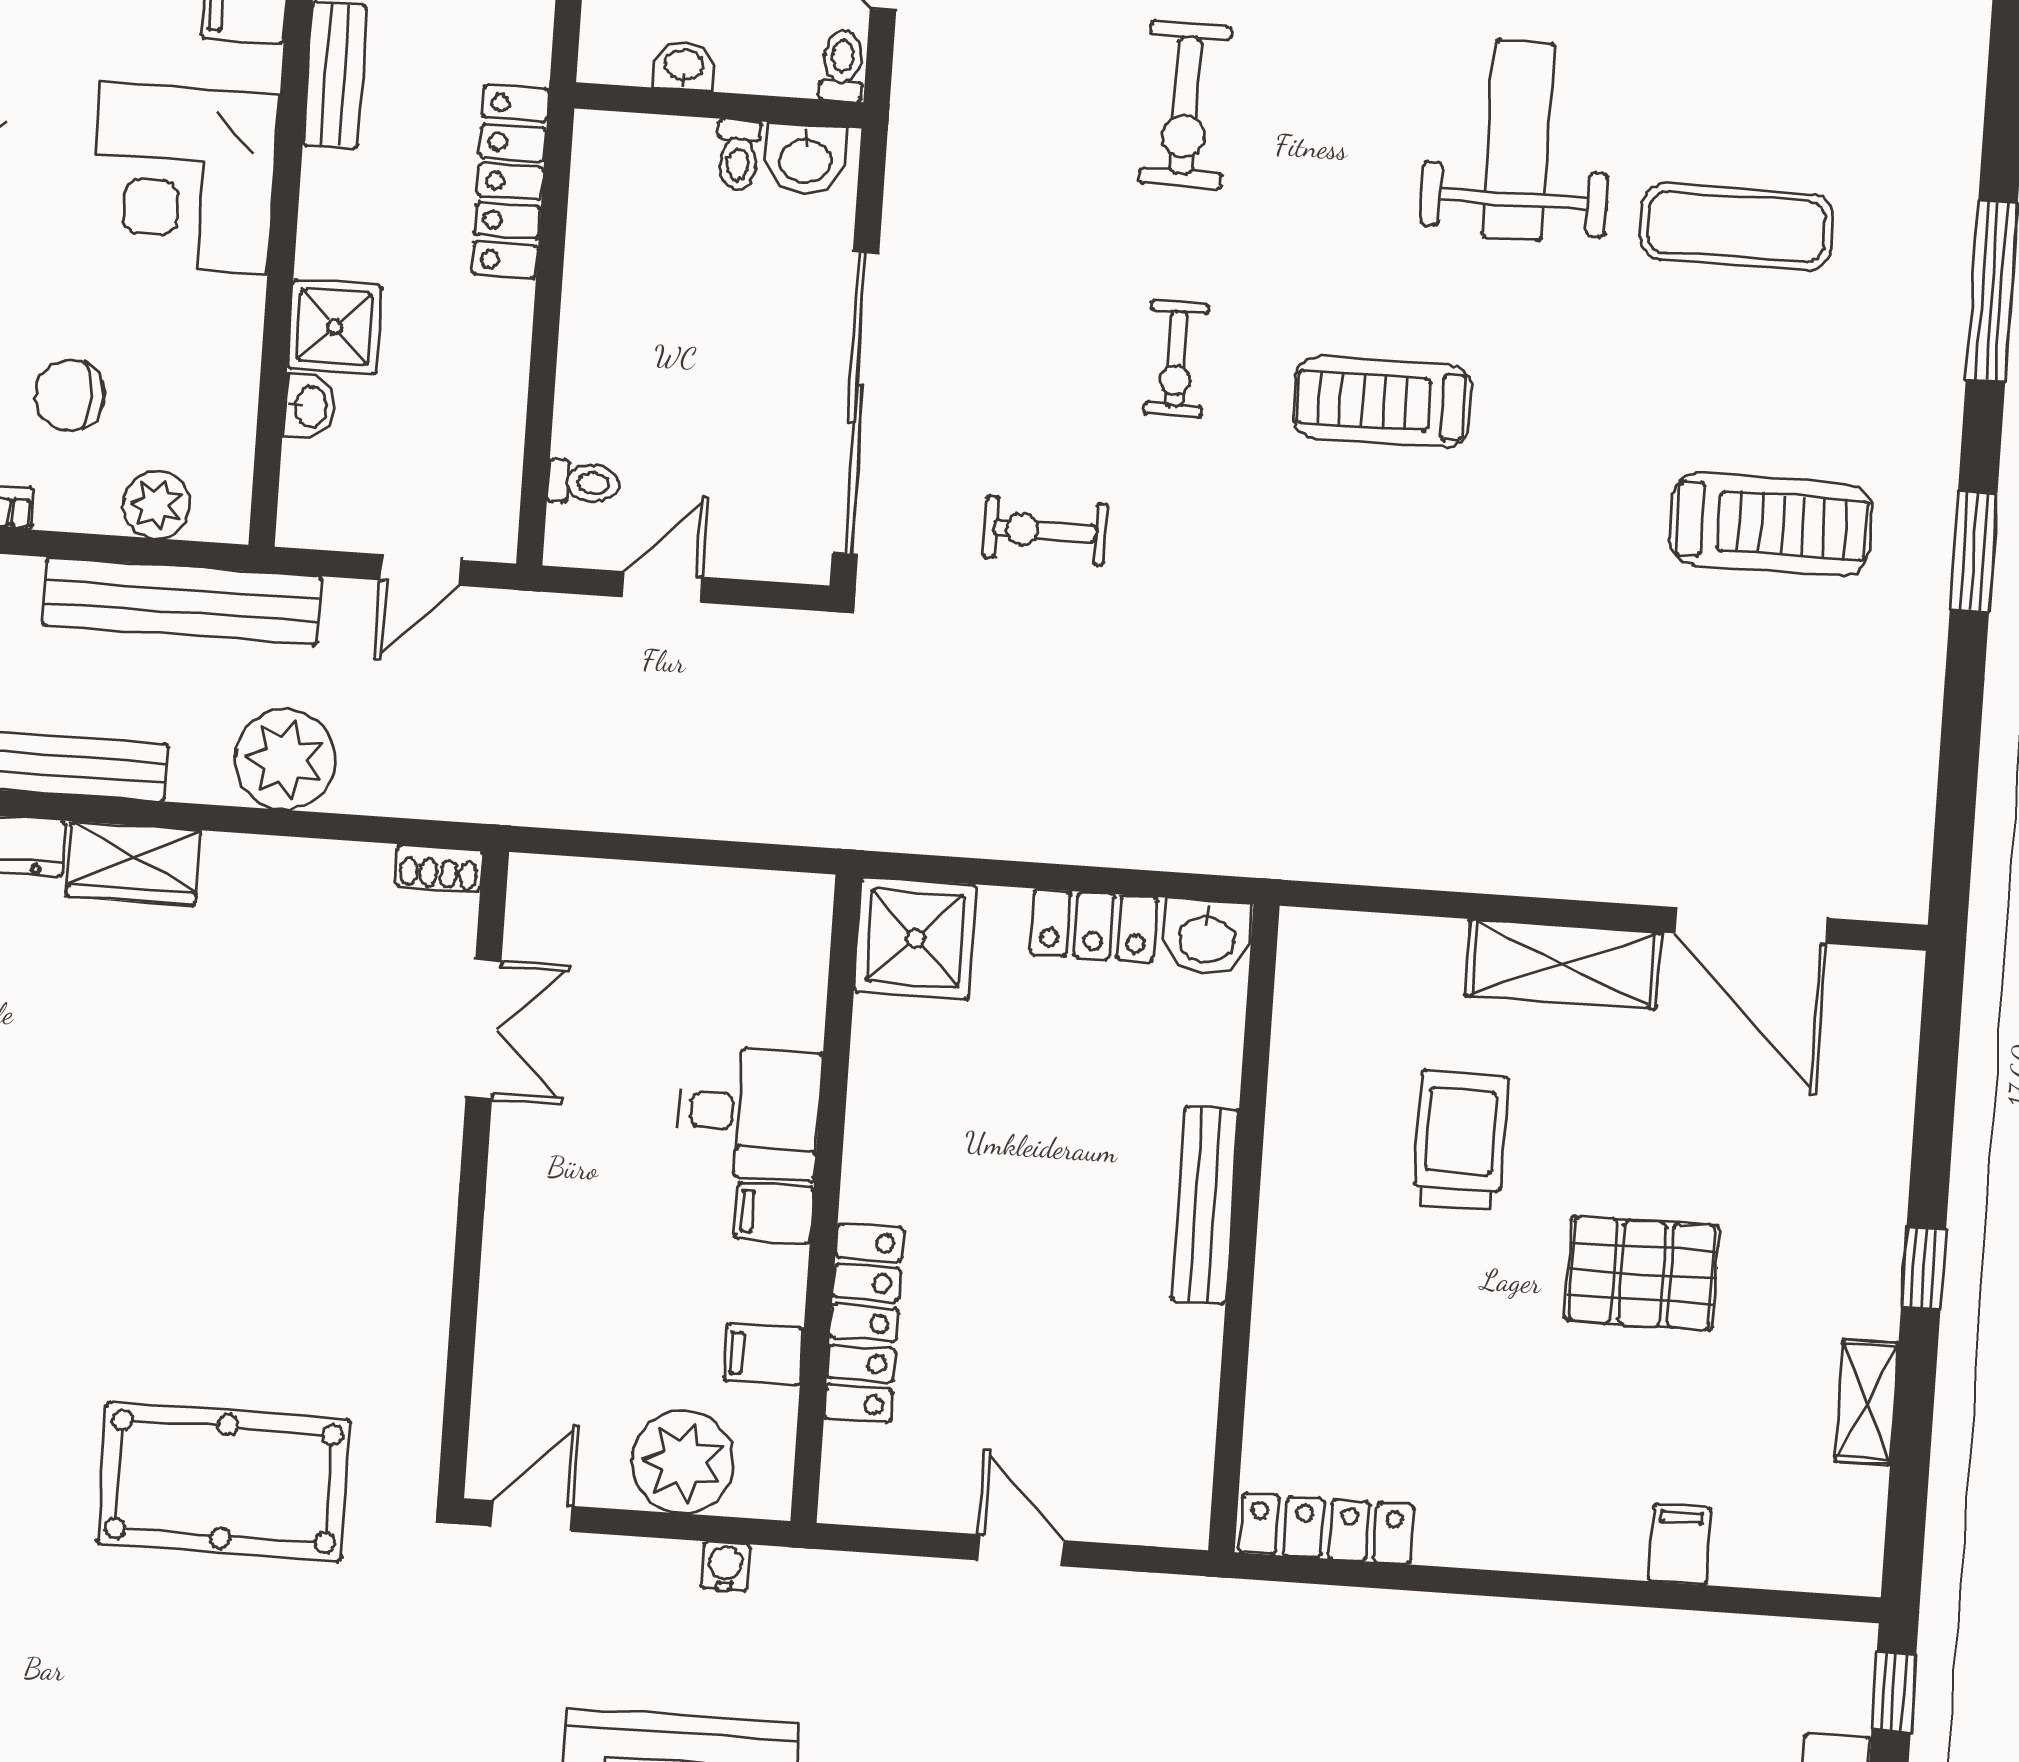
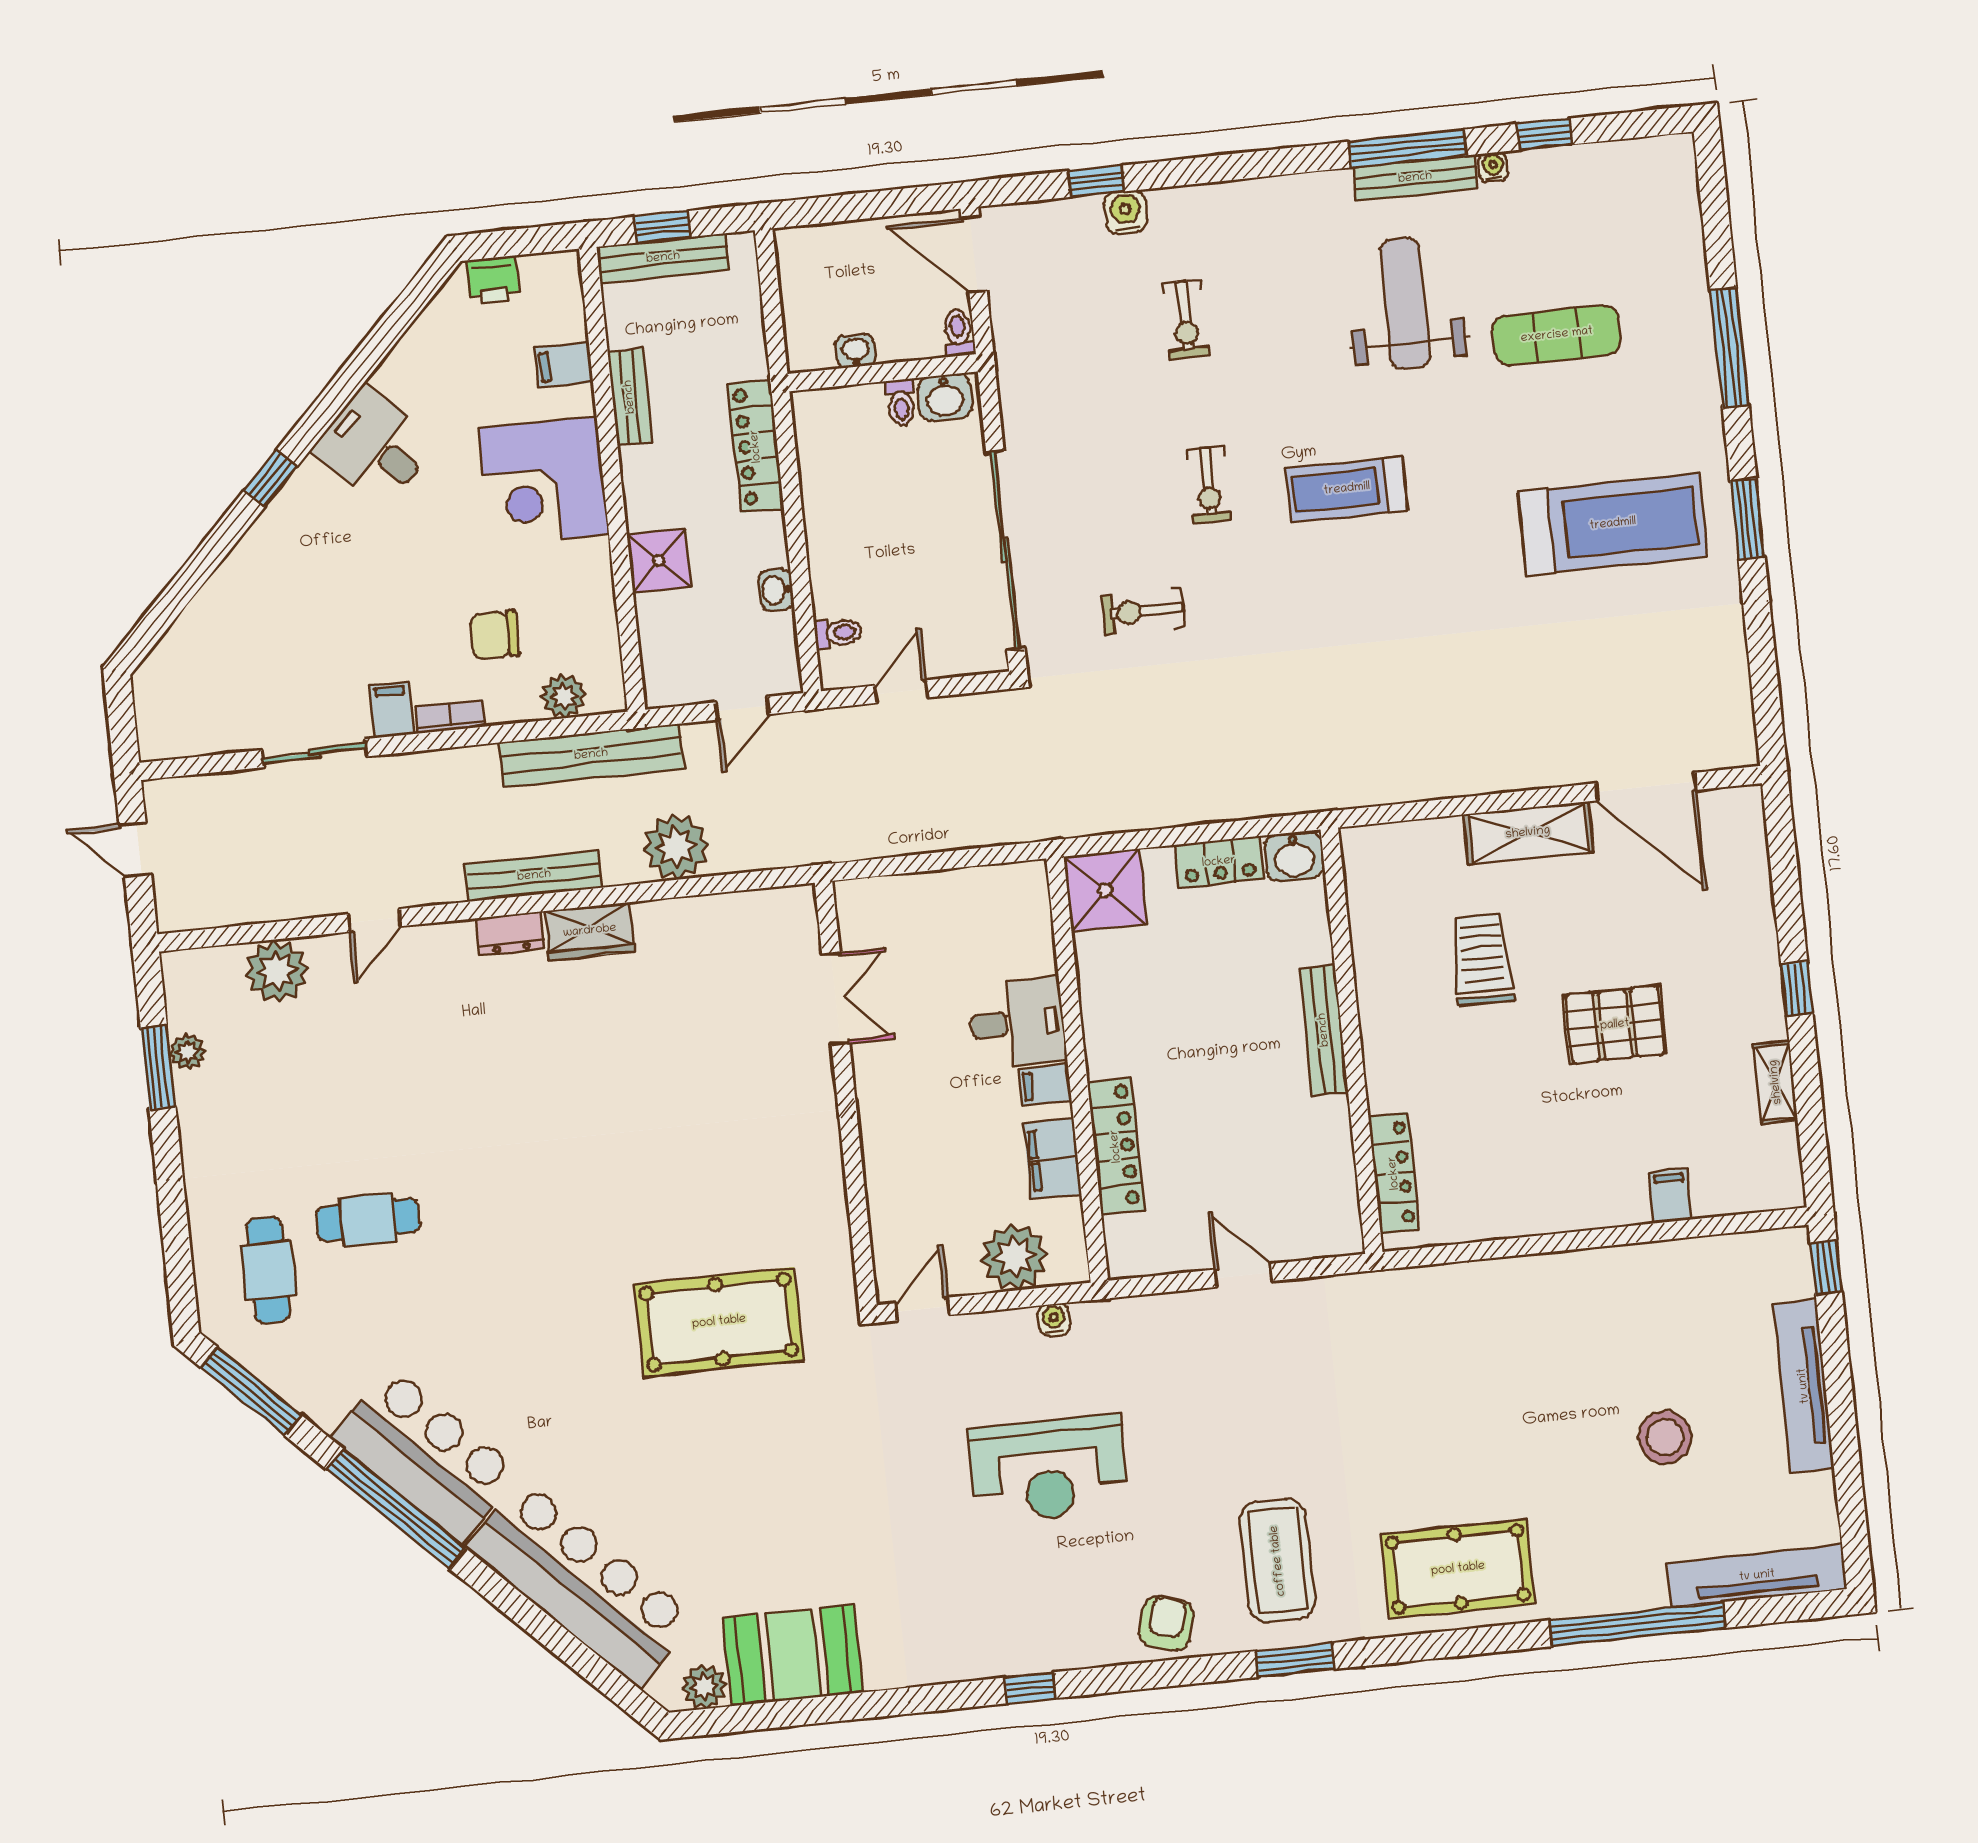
exercise bike: (1186, 105) -> (1185, 319), width x0.73, depth x0.72
washbasin: (310, 406) -> (776, 590), moved, turned 180
treadmill: (1770, 524) -> (1613, 524), width x1.37, depth x1.38
shoe rack: (439, 868) -> (788, 899), removed
filing cabinet: (763, 1354) -> (1052, 1159), width x2.00
locker: (1326, 1529) -> (1394, 1173), moved, turned 90

